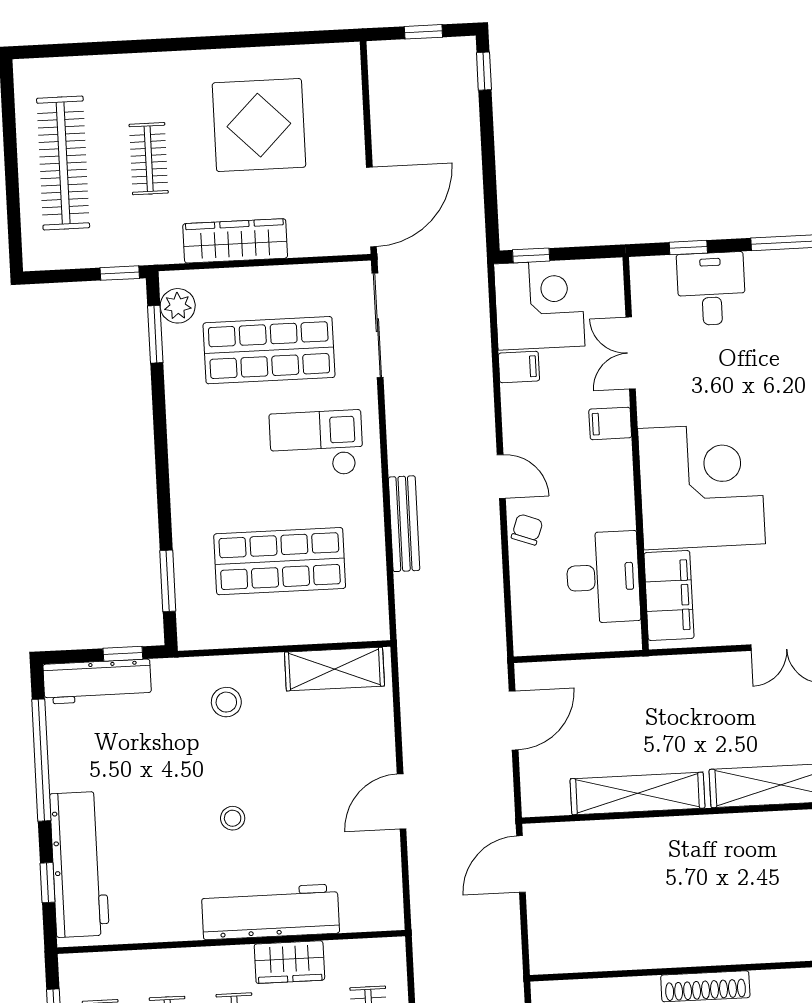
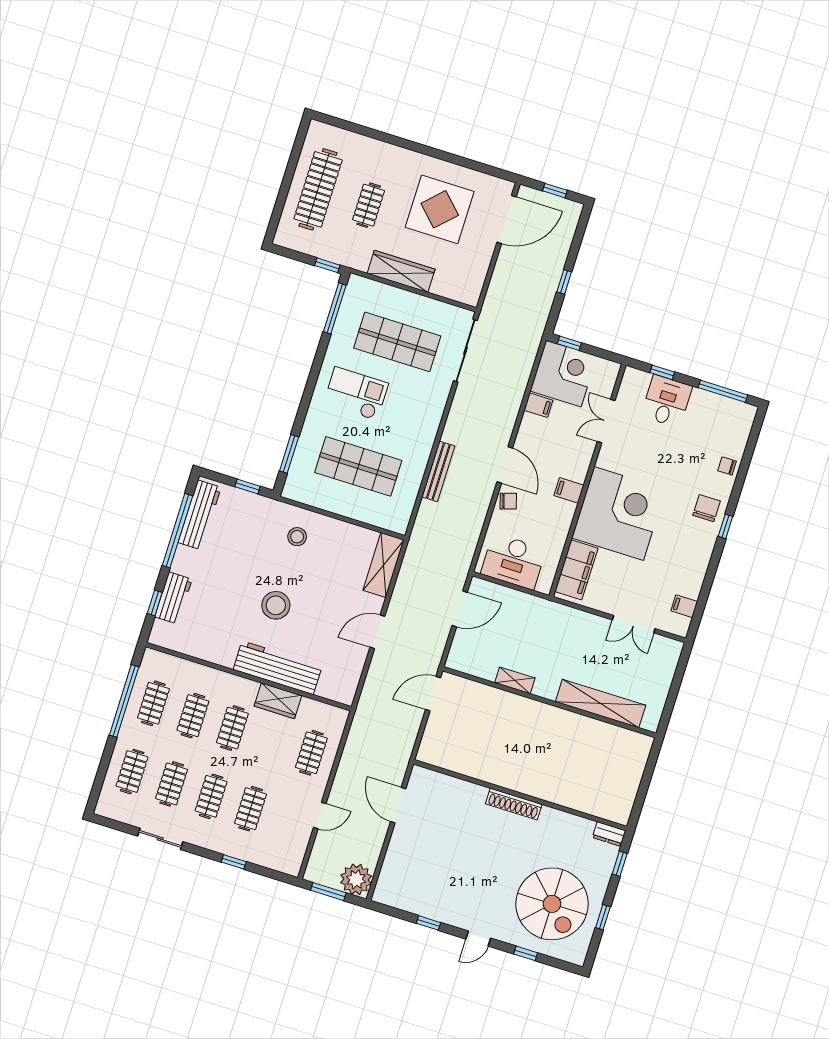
window: (484, 71) -> (564, 282), moved
door: (371, 207) -> (507, 220), moved
plant: (178, 306) -> (354, 297), removed
window: (155, 334) -> (335, 308), width x1.44
filing cabinet: (610, 423) -> (569, 490), moved
checkout: (316, 444) -> (356, 394), moved
door: (501, 476) -> (505, 465), width x1.38
chair: (527, 529) -> (508, 501), turned 53
desk: (603, 577) -> (513, 561), moved, turned 90
shelving: (334, 669) -> (383, 565), moved, turned 90
workbench: (97, 682) -> (200, 515), moved, turned -90
shelving: (637, 793) -> (515, 680), width x0.45, depth x0.75
stool: (233, 818) -> (276, 605), width x1.89, depth x1.89
workbench: (79, 864) -> (173, 598), width x0.53, depth x0.76

